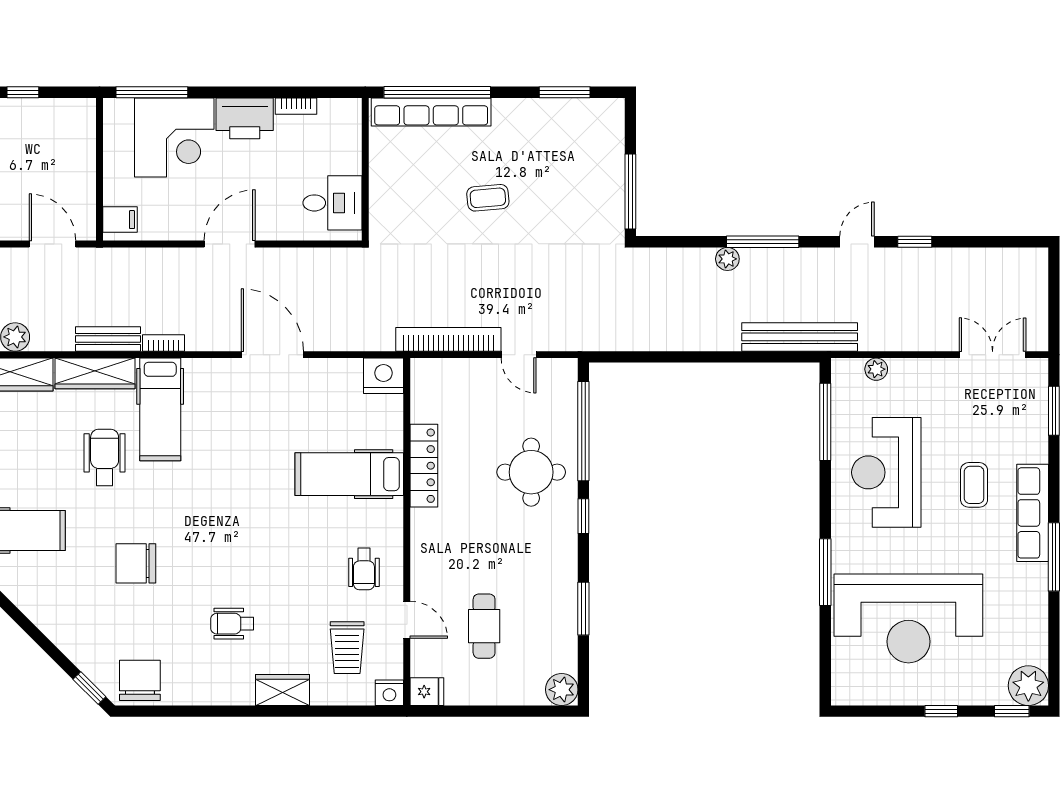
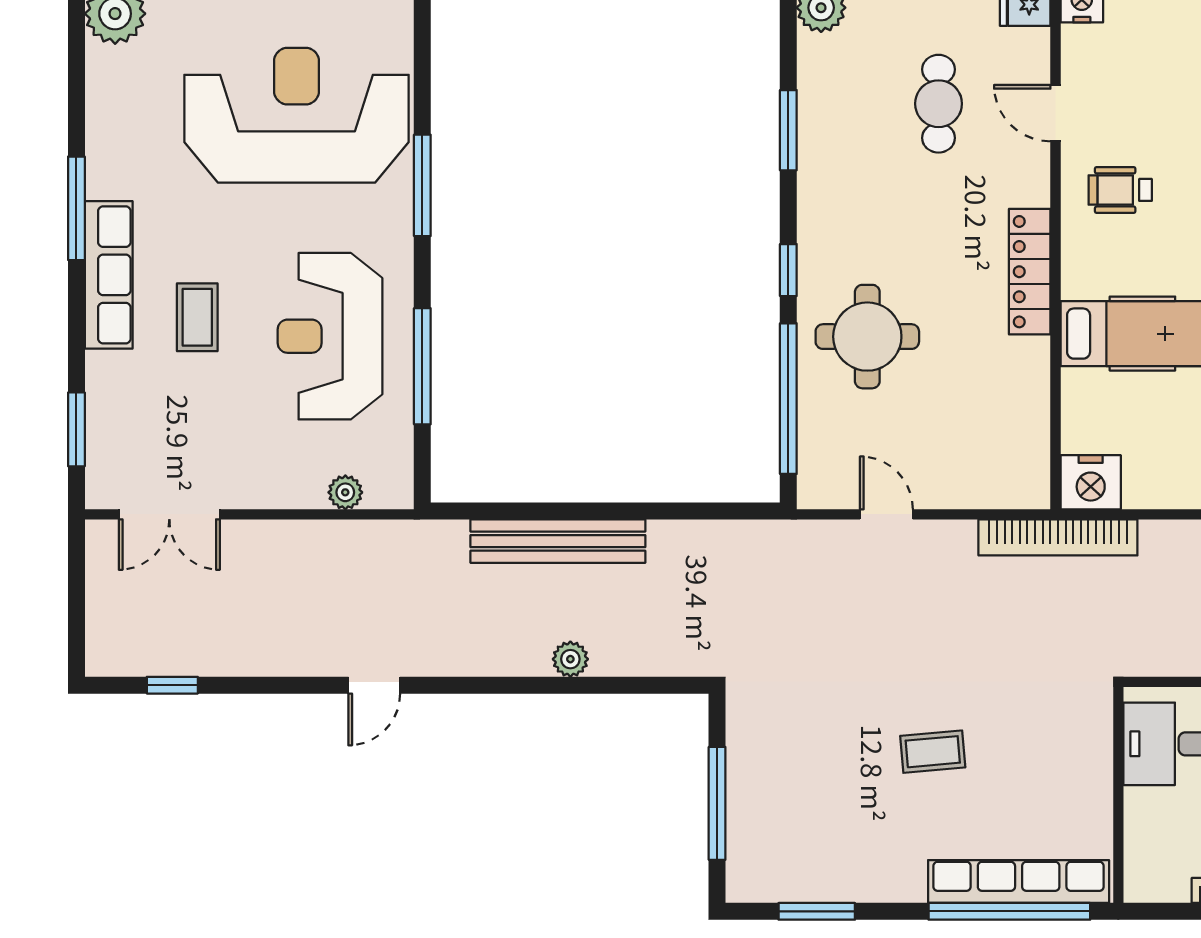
window: (630, 192) -> (717, 803), moved
window: (763, 242) -> (517, 685), removed
window: (915, 242) -> (172, 685), moved
bench: (800, 337) -> (558, 541), moved
bookcase: (448, 339) -> (1058, 537), moved
window: (825, 422) -> (422, 366), moved
locker: (424, 466) -> (1030, 272), moved
reception desk: (886, 472) -> (330, 336), turned 180
wheelchair: (364, 569) -> (1120, 190), turned -90
trolley: (347, 648) -> (1146, 71), removed

